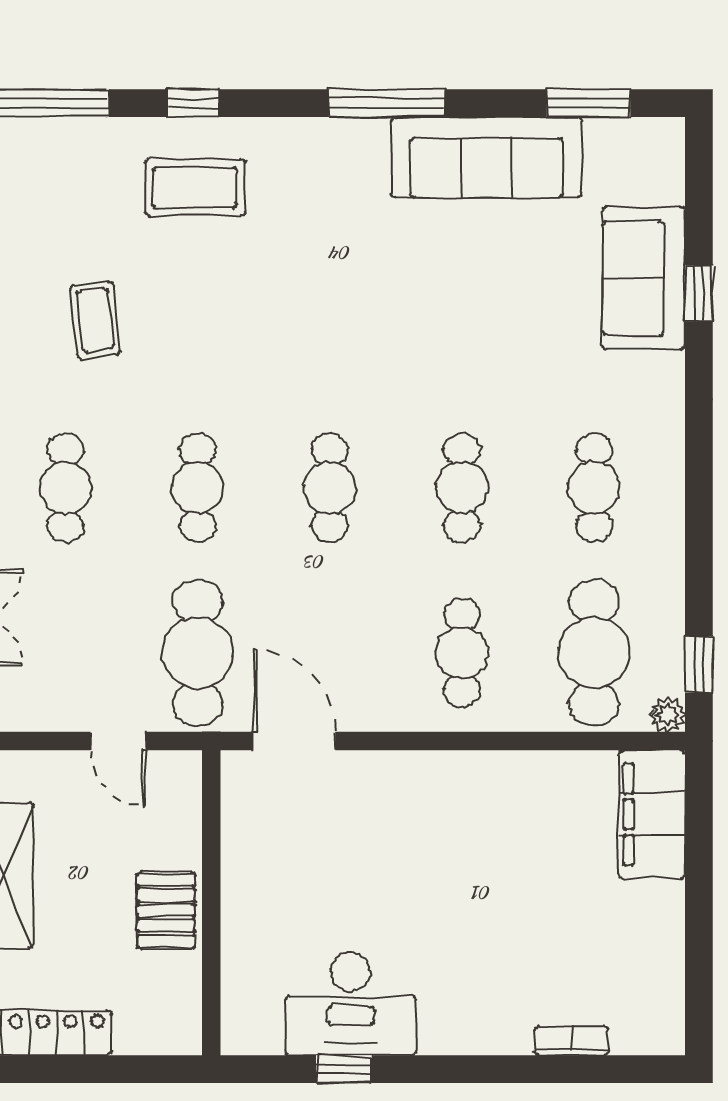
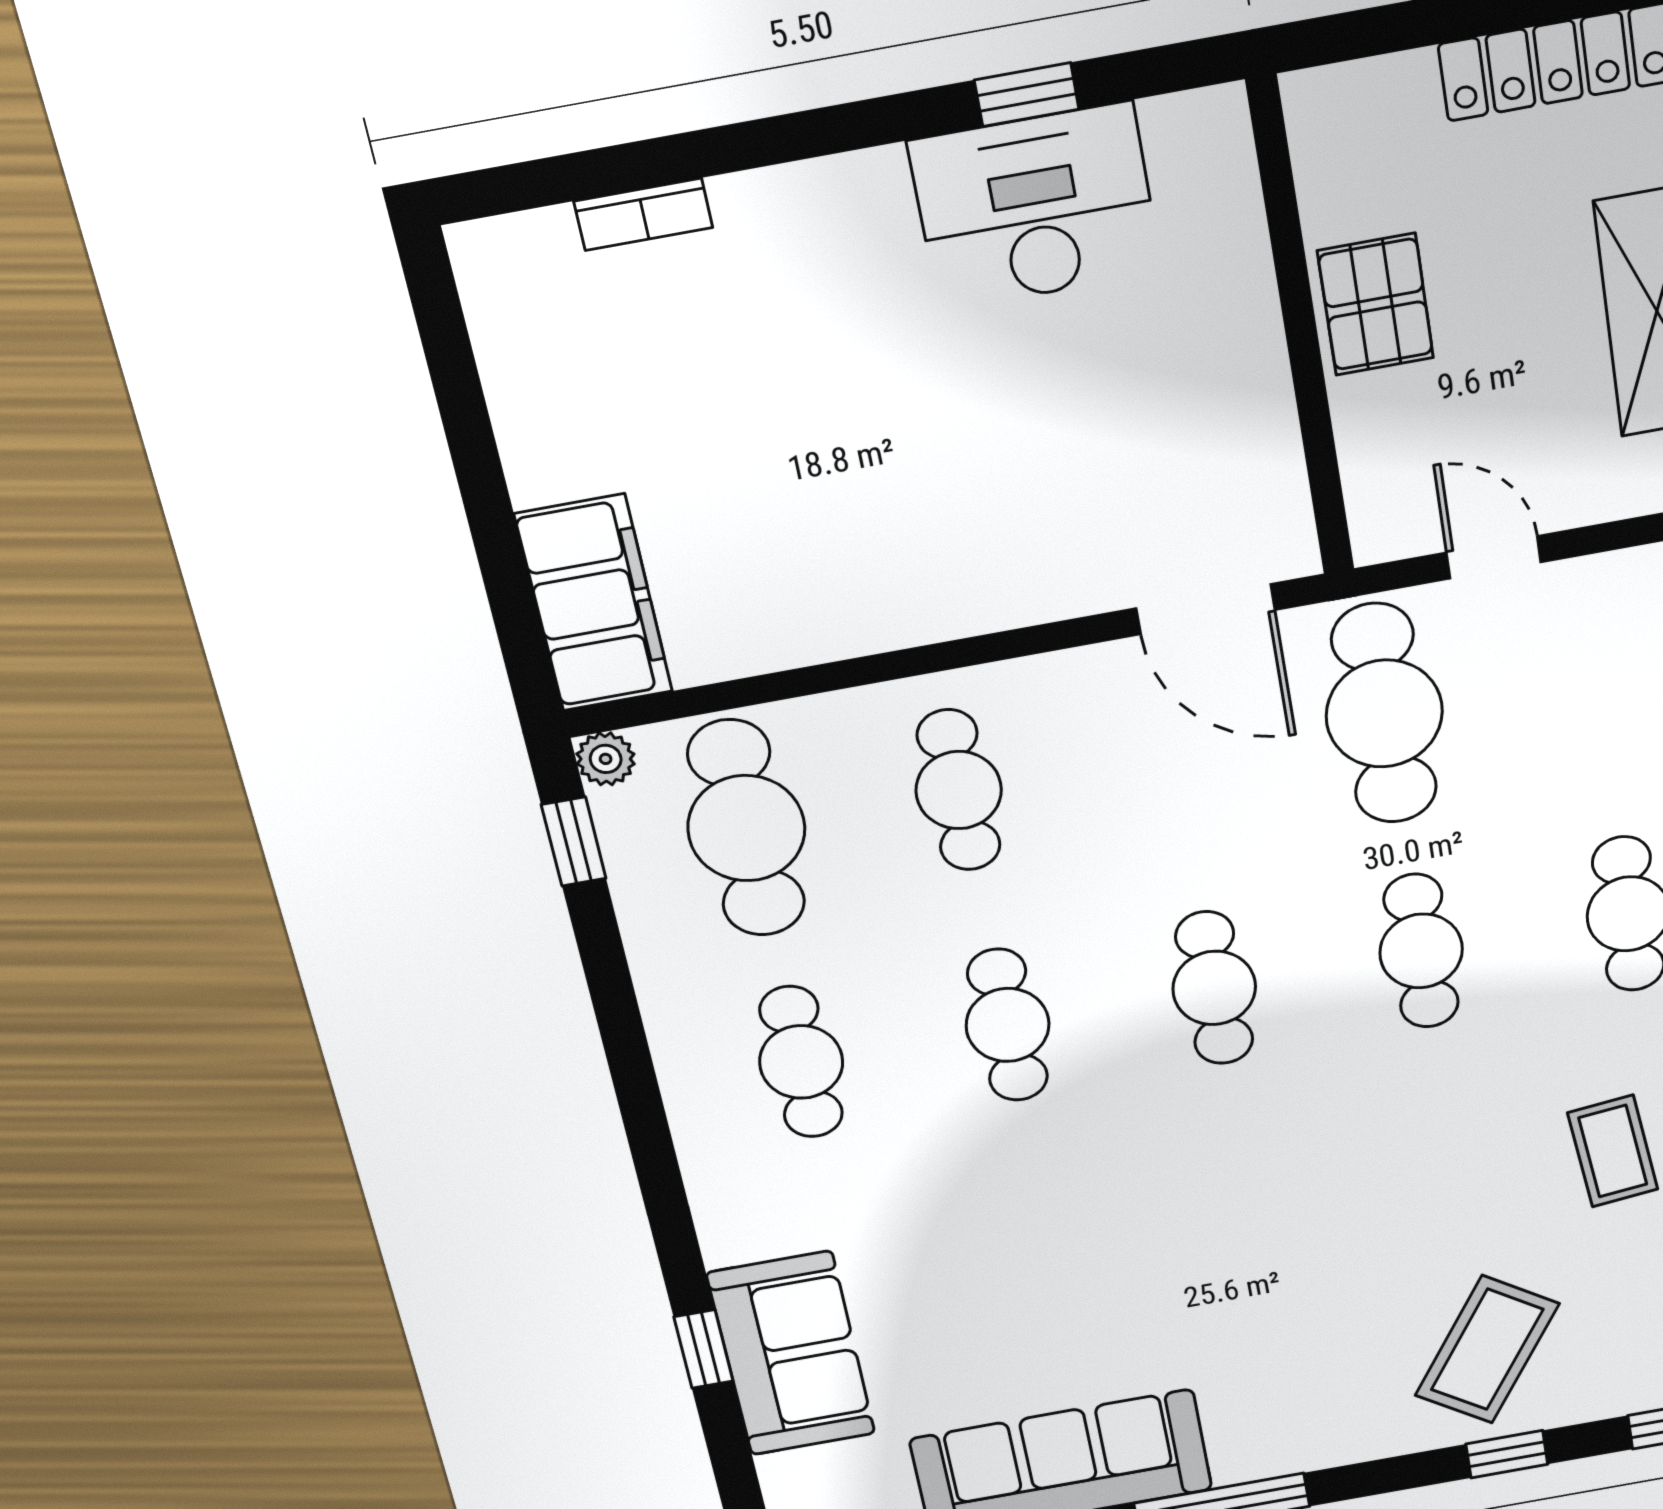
coffee table: (195, 187) -> (1487, 1350), turned -56

